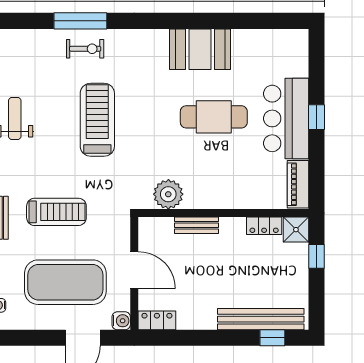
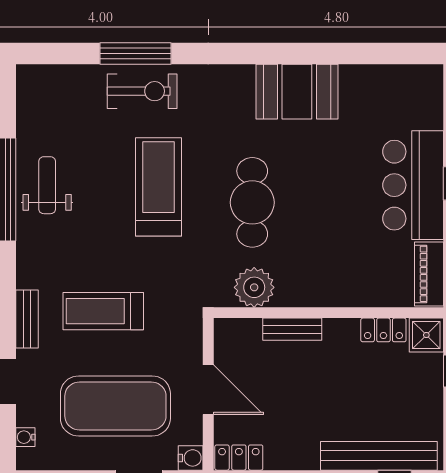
exercise bike: (85, 49) -> (142, 91), width x1.38, depth x1.39
cafe table: (214, 117) -> (252, 202), moved, turned 90
treadmill: (56, 212) -> (103, 311), turned 180

